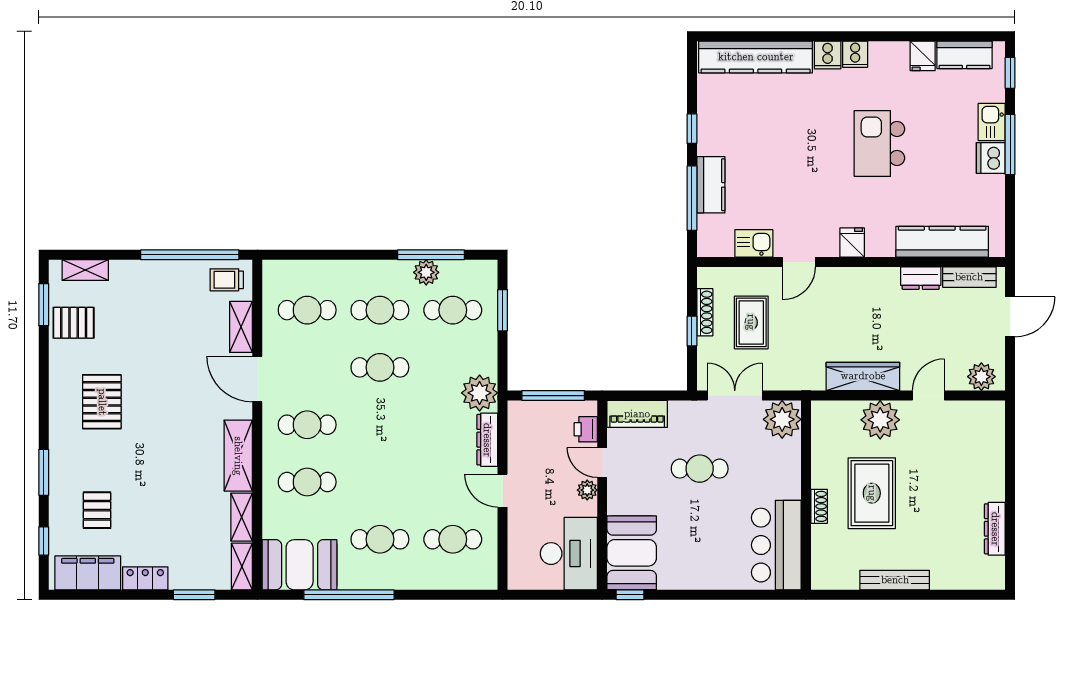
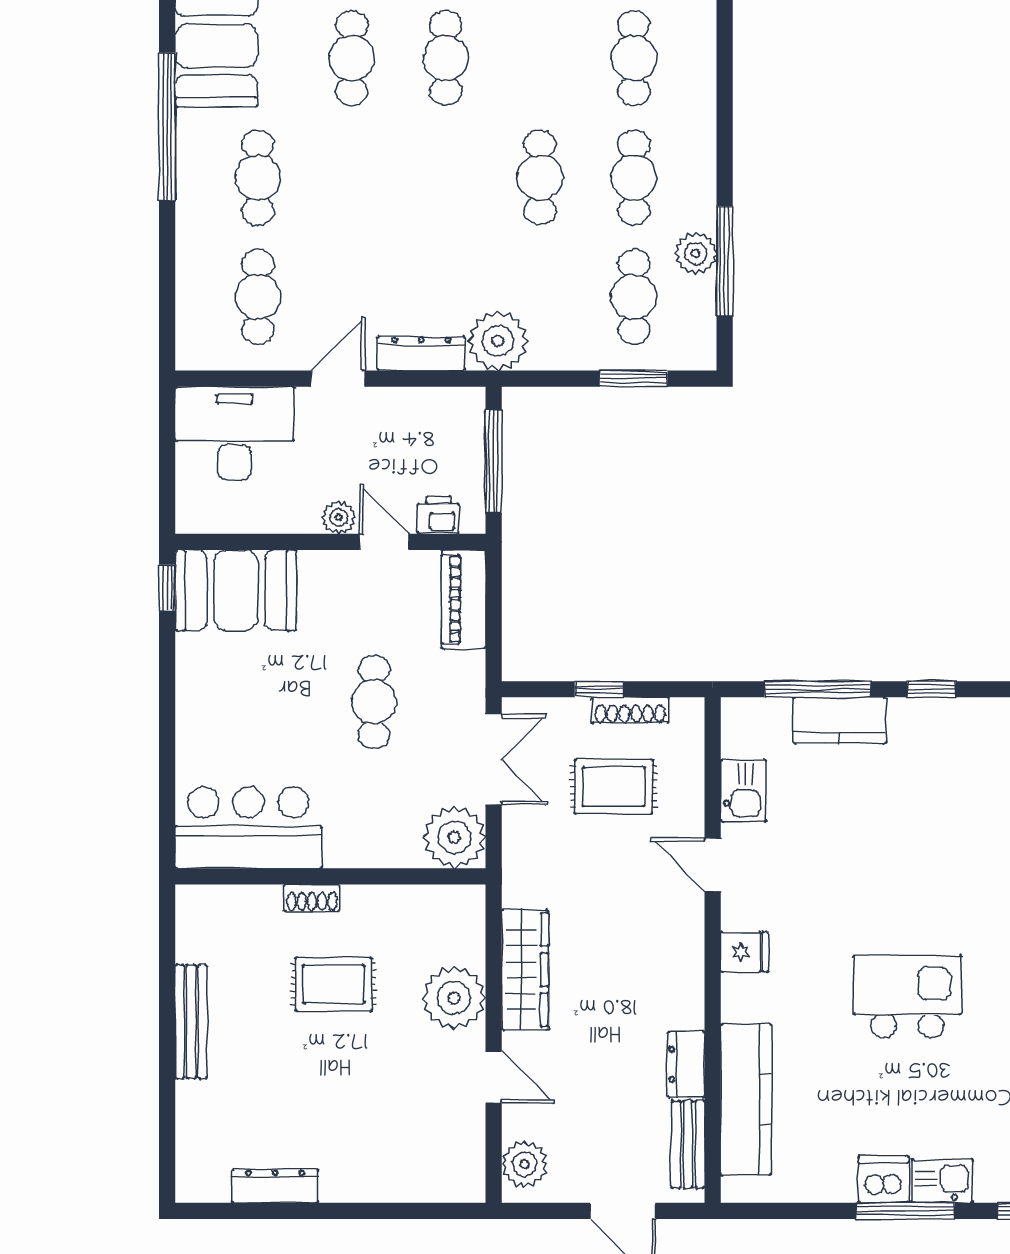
door: (602, 462) -> (384, 542), hinge flipped
rug: (872, 493) -> (334, 984), width x0.73, depth x0.70
desk: (569, 554) -> (235, 433), moved, turned 180

